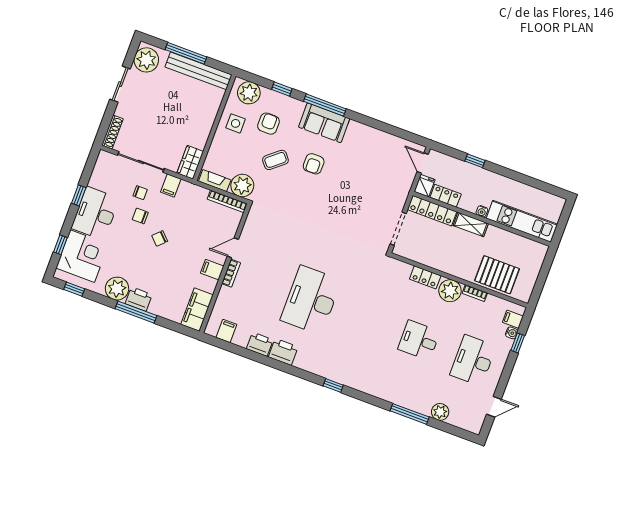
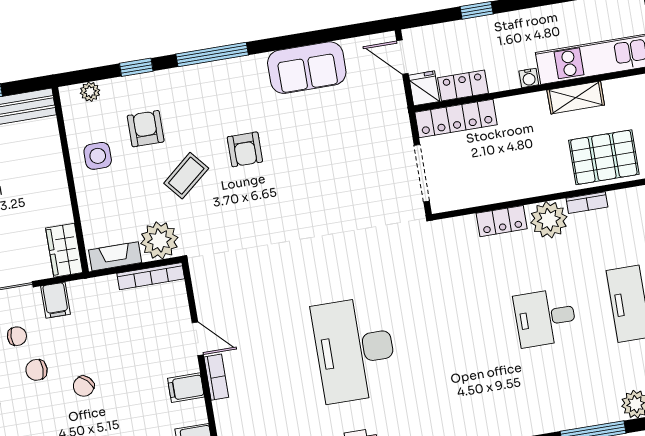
plant: (249, 93) -> (90, 92), width x0.53, depth x0.53
sofa: (324, 123) -> (307, 68), moved
shelving: (471, 224) -> (576, 98), moved
door: (233, 248) -> (198, 339), swing flipped

